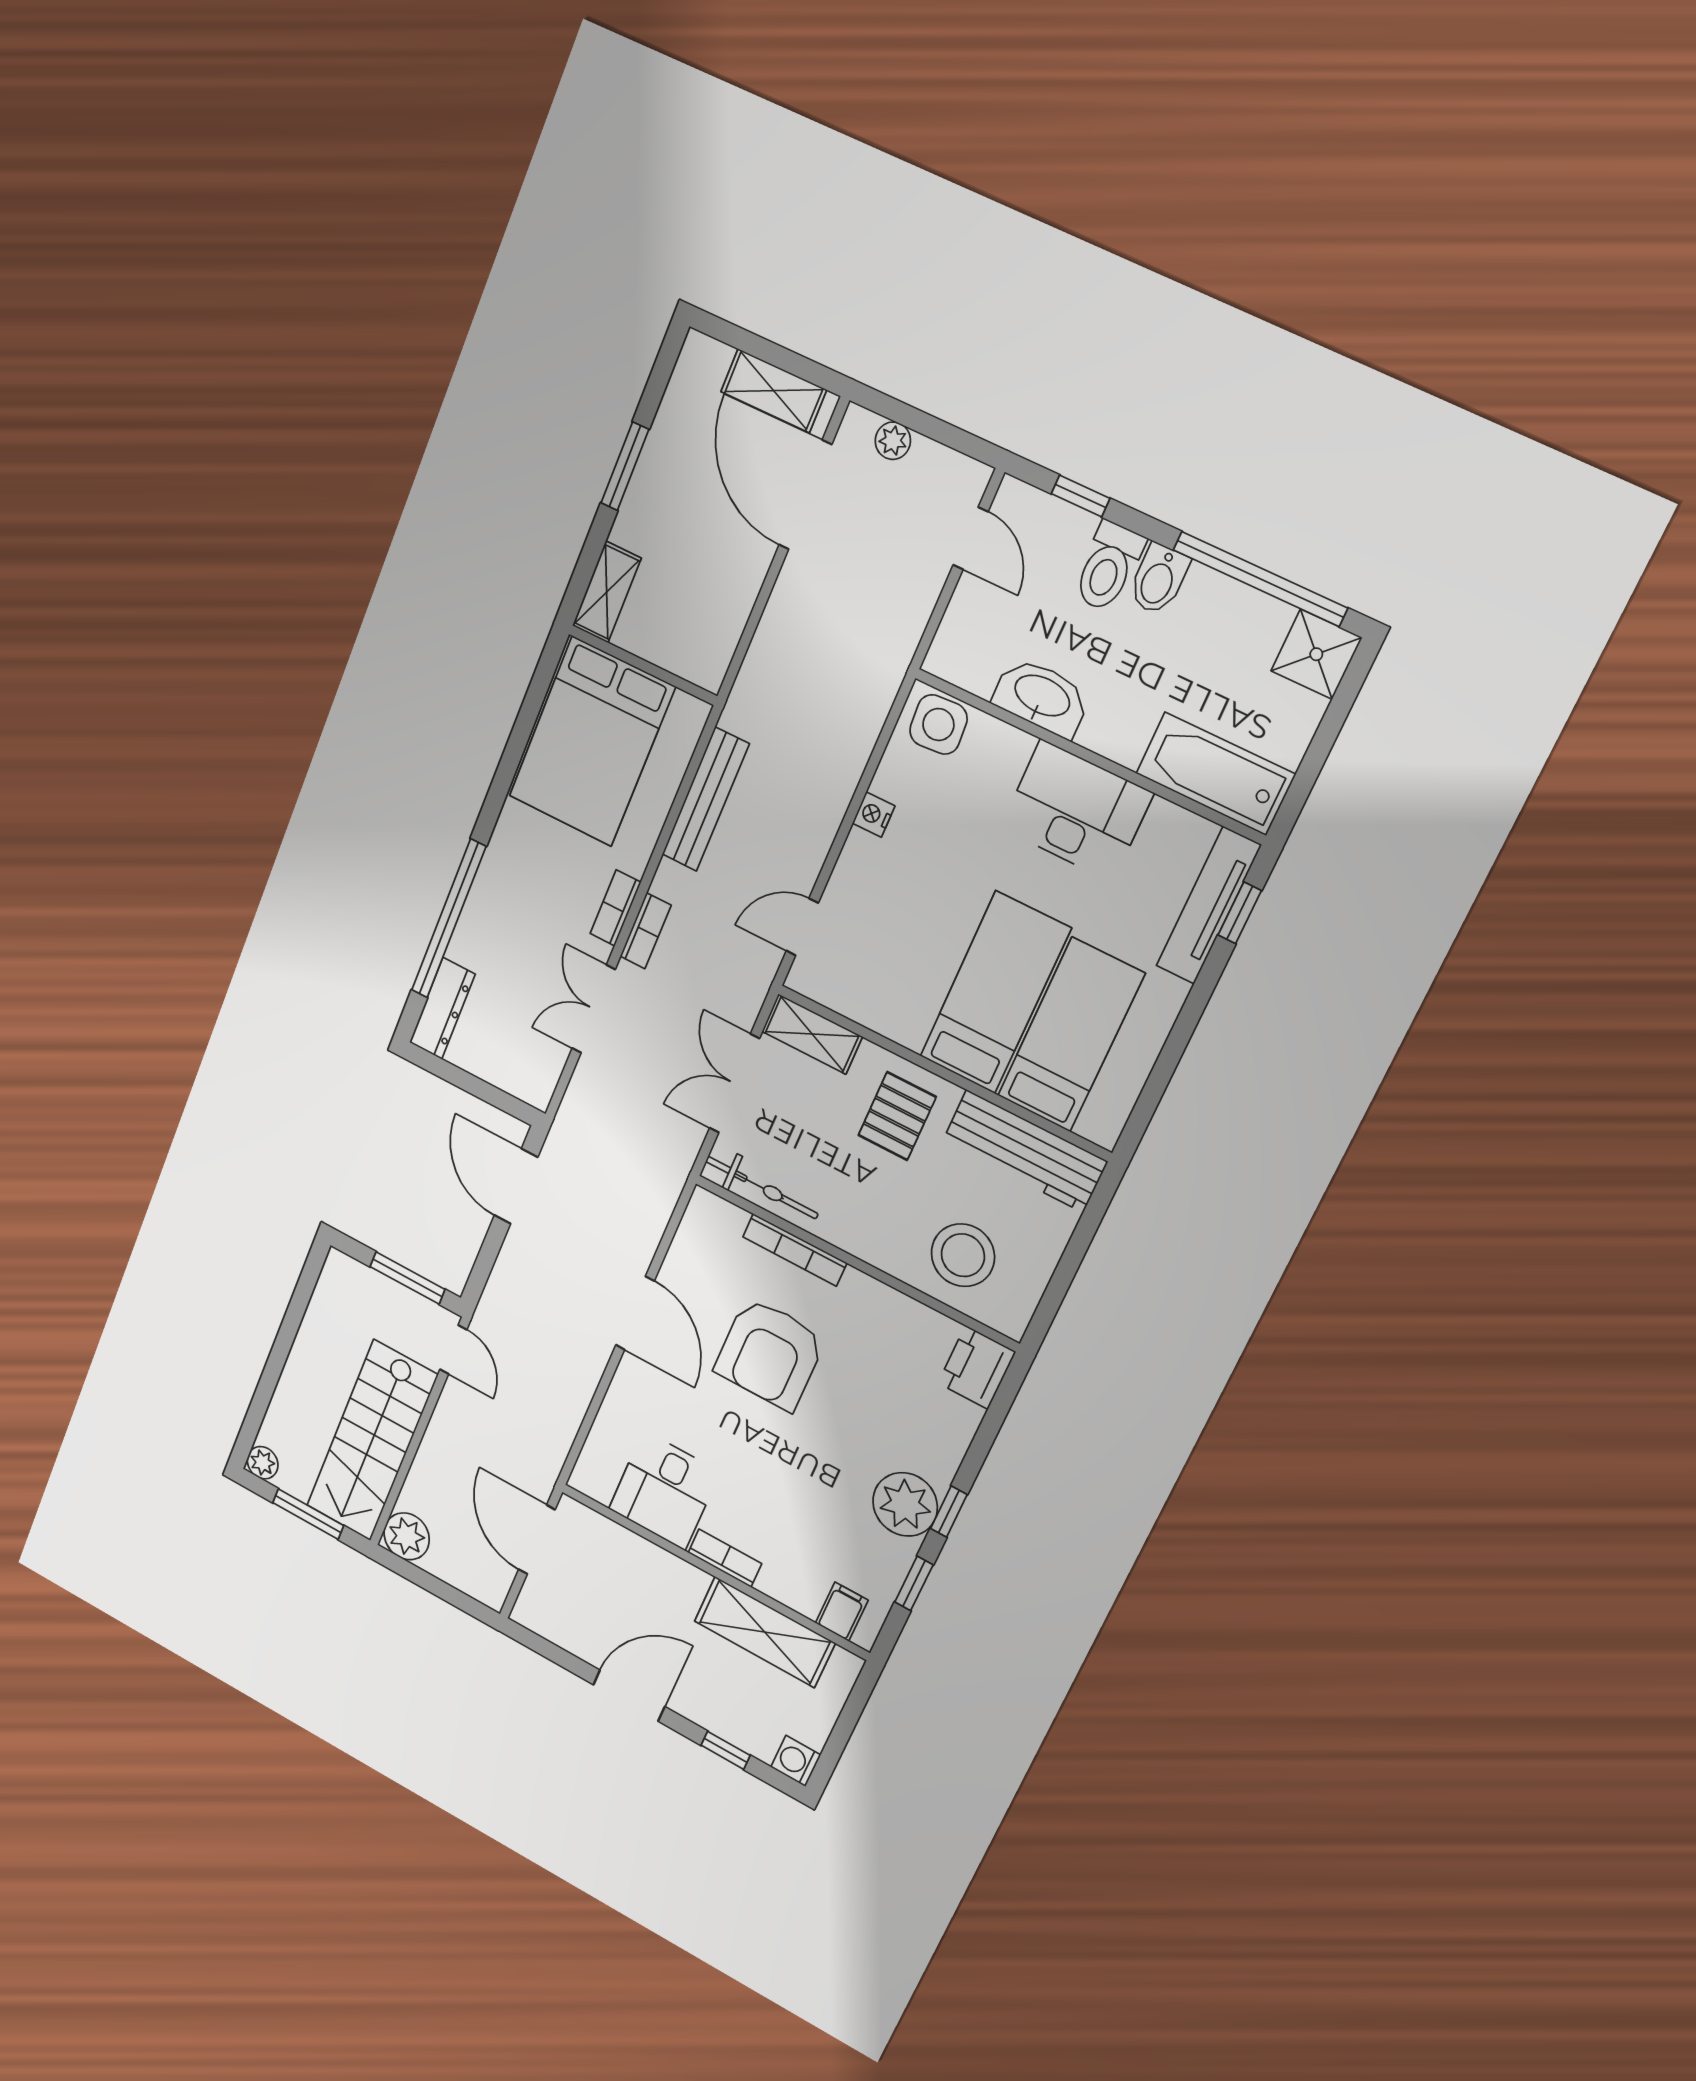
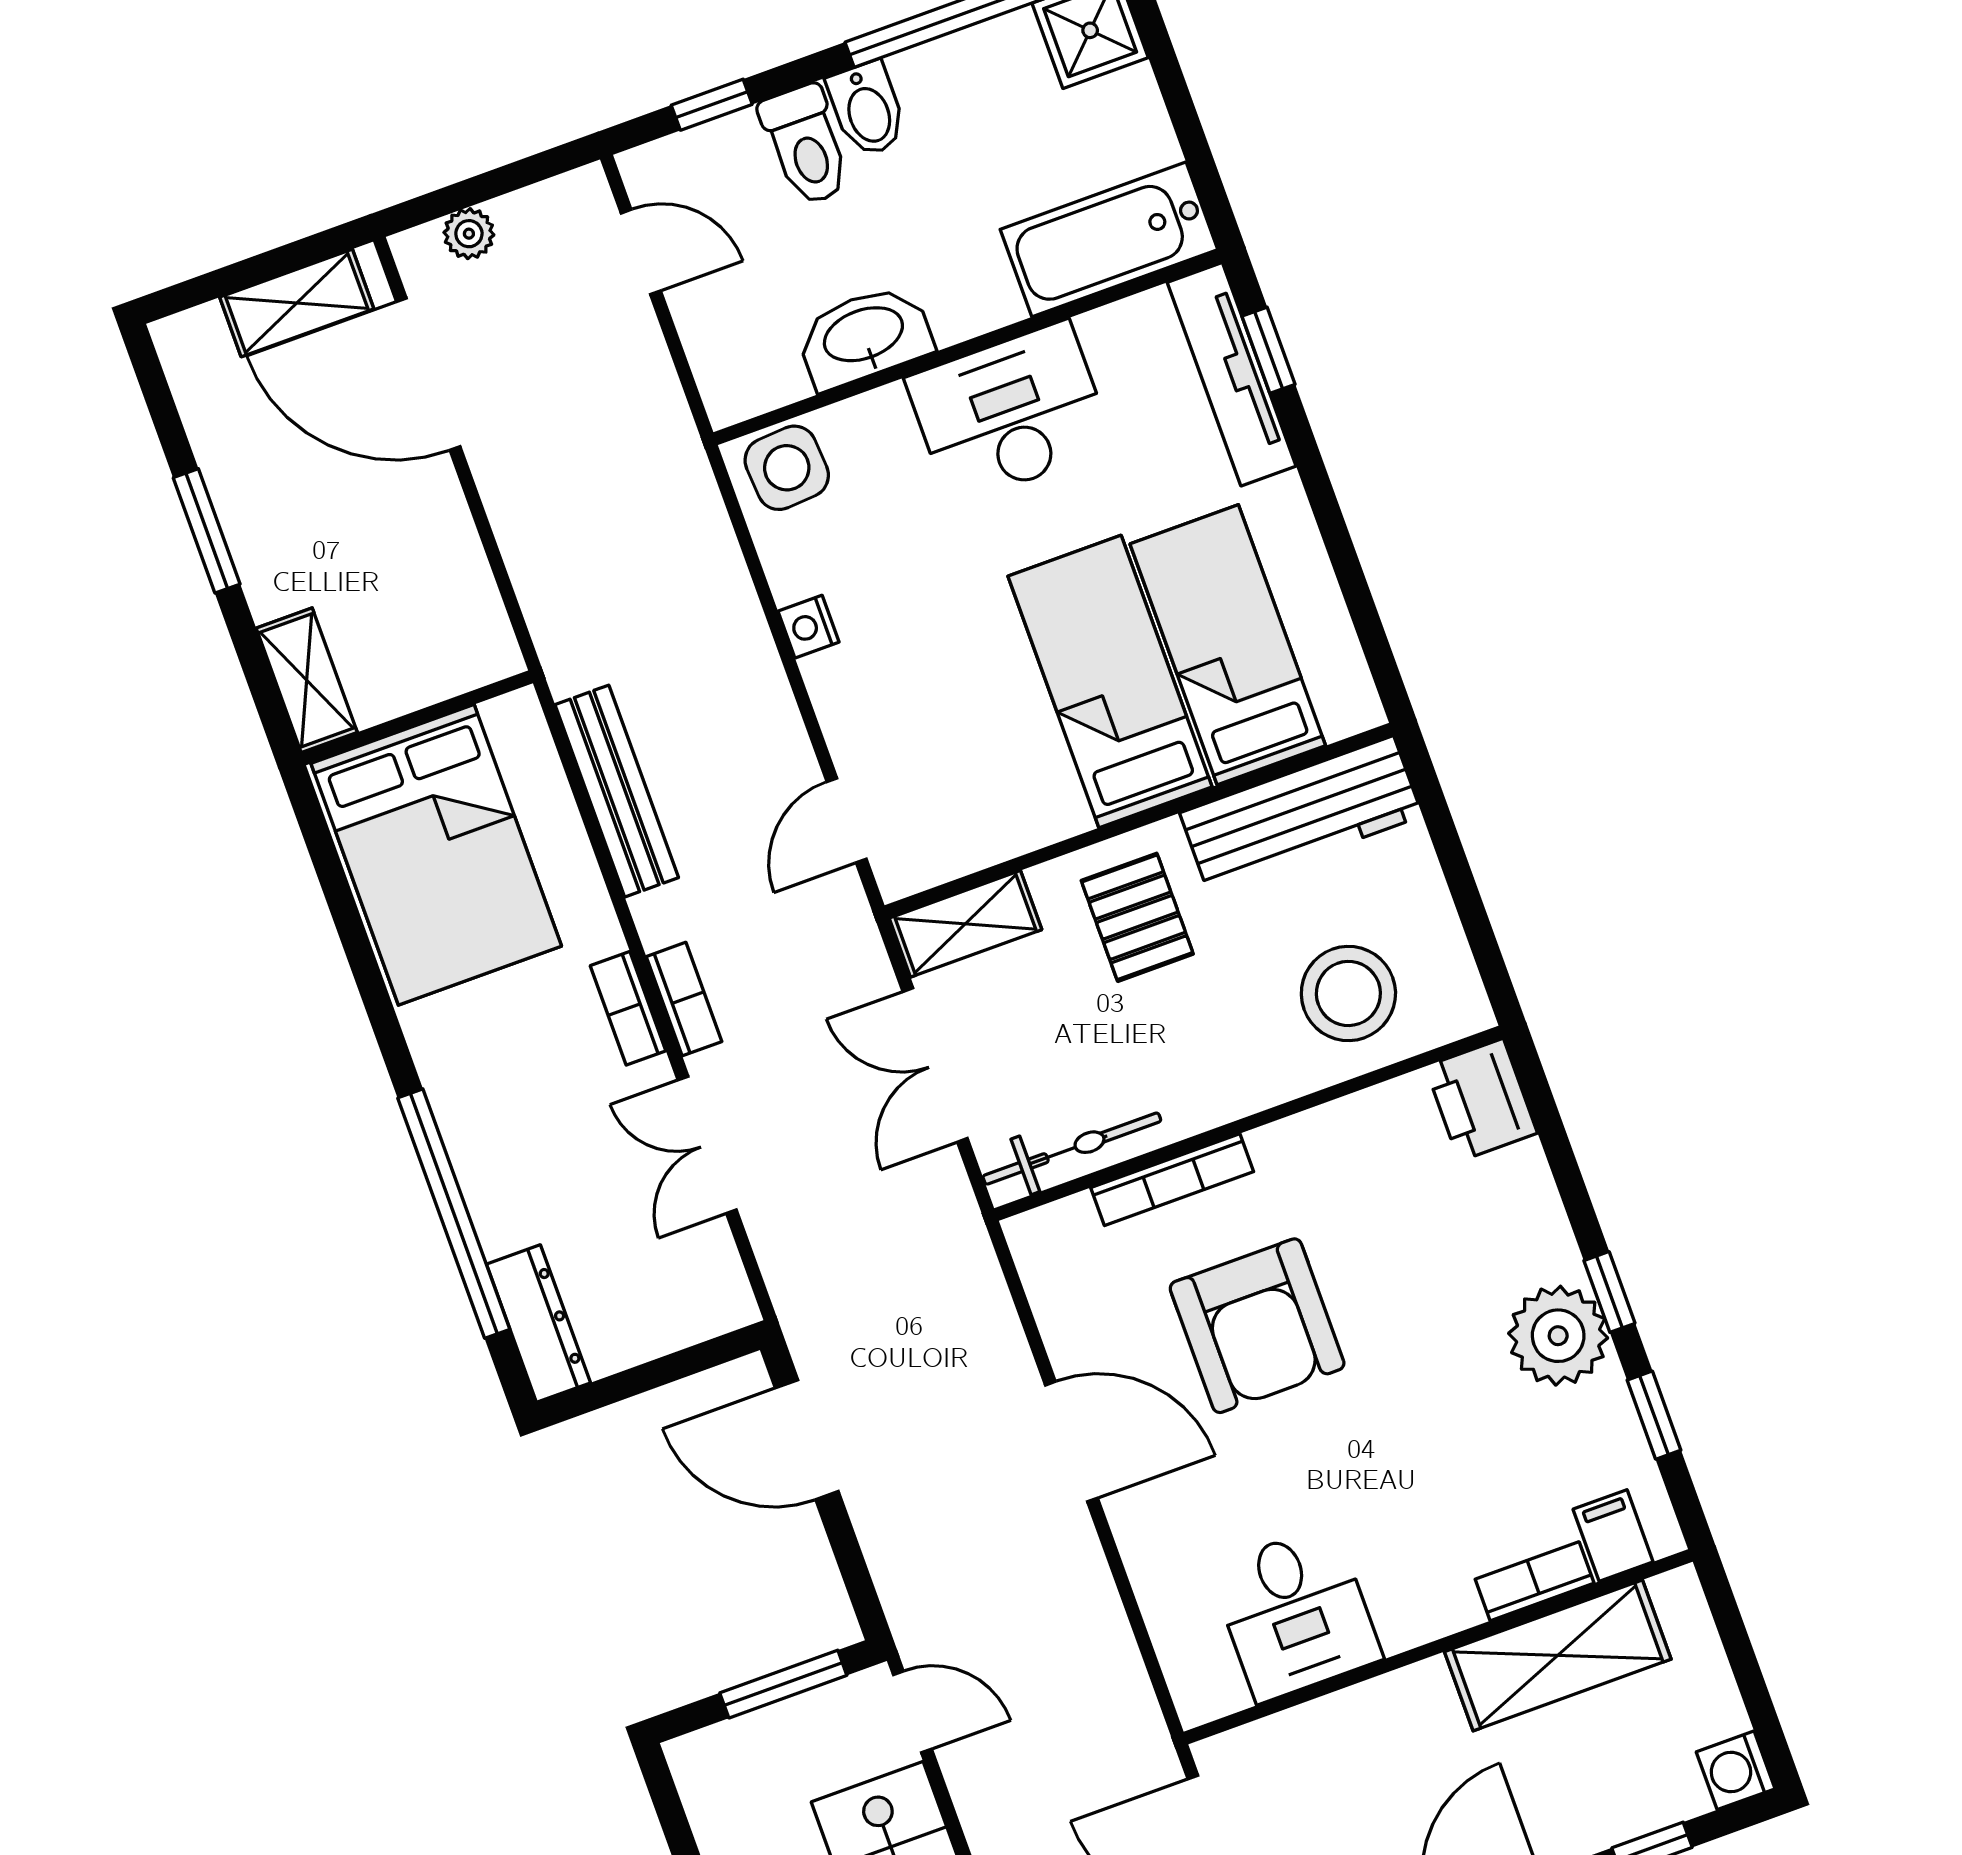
bookcase: (725, 1558) -> (1535, 1581), moved

